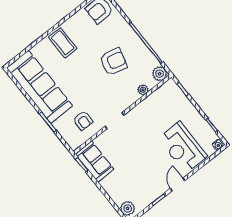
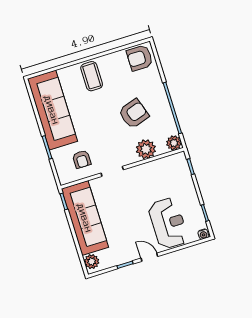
armchair: (113, 62) -> (134, 114), turned -33
plant: (143, 90) -> (146, 149), width x1.88, depth x1.88
reception desk: (183, 147) -> (168, 223), turned 180
sofa: (94, 162) -> (85, 218), width x1.85, depth x1.27
door: (178, 184) -> (149, 257), hinge flipped

